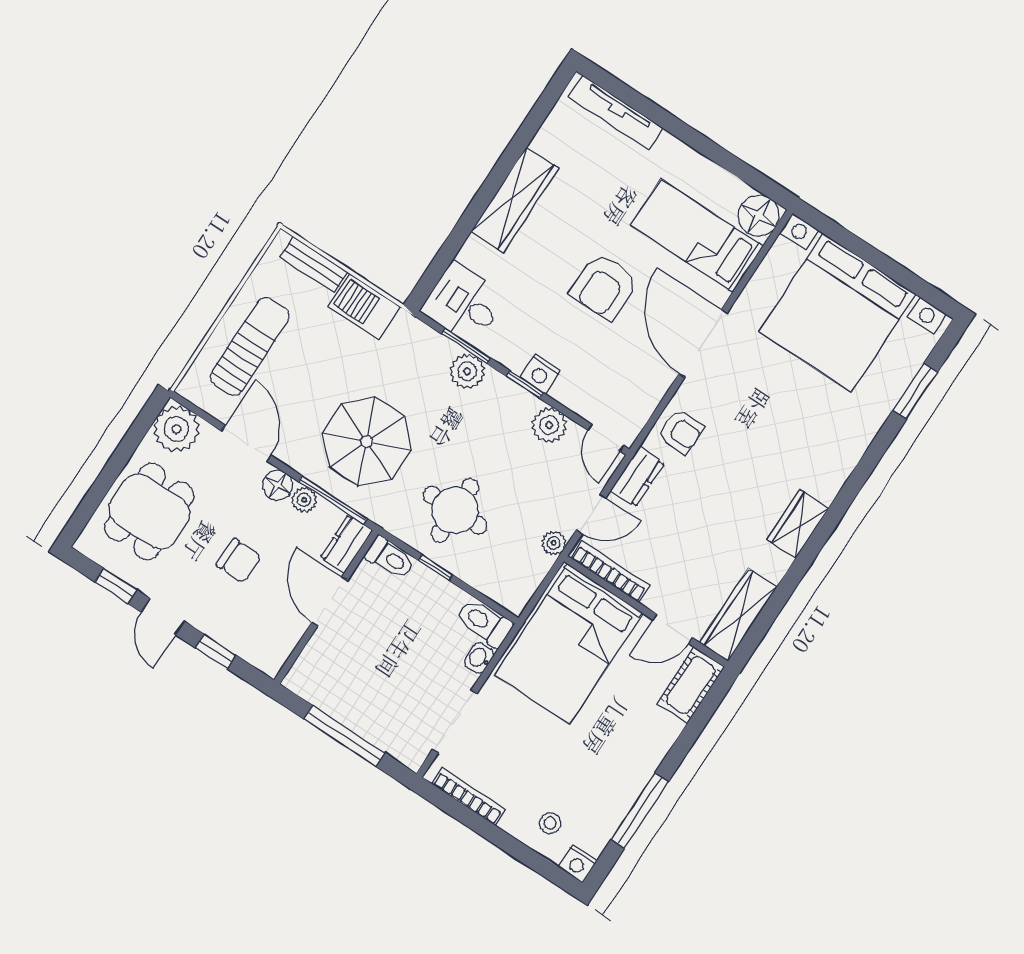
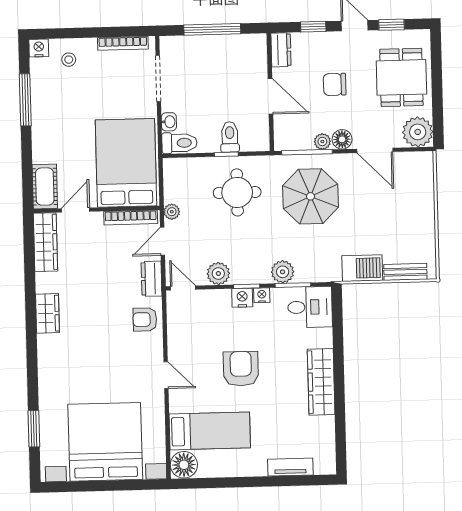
tv unit: (616, 113) -> (290, 467), width x0.71
door: (703, 343) -> (166, 375), width x0.53
sun lounger: (250, 347) -> (409, 204), removed
nightstand: (514, 360) -> (262, 295), added
dresser: (346, 544) -> (281, 50), moved
toilet: (390, 558) -> (230, 137), moved, turned 90

